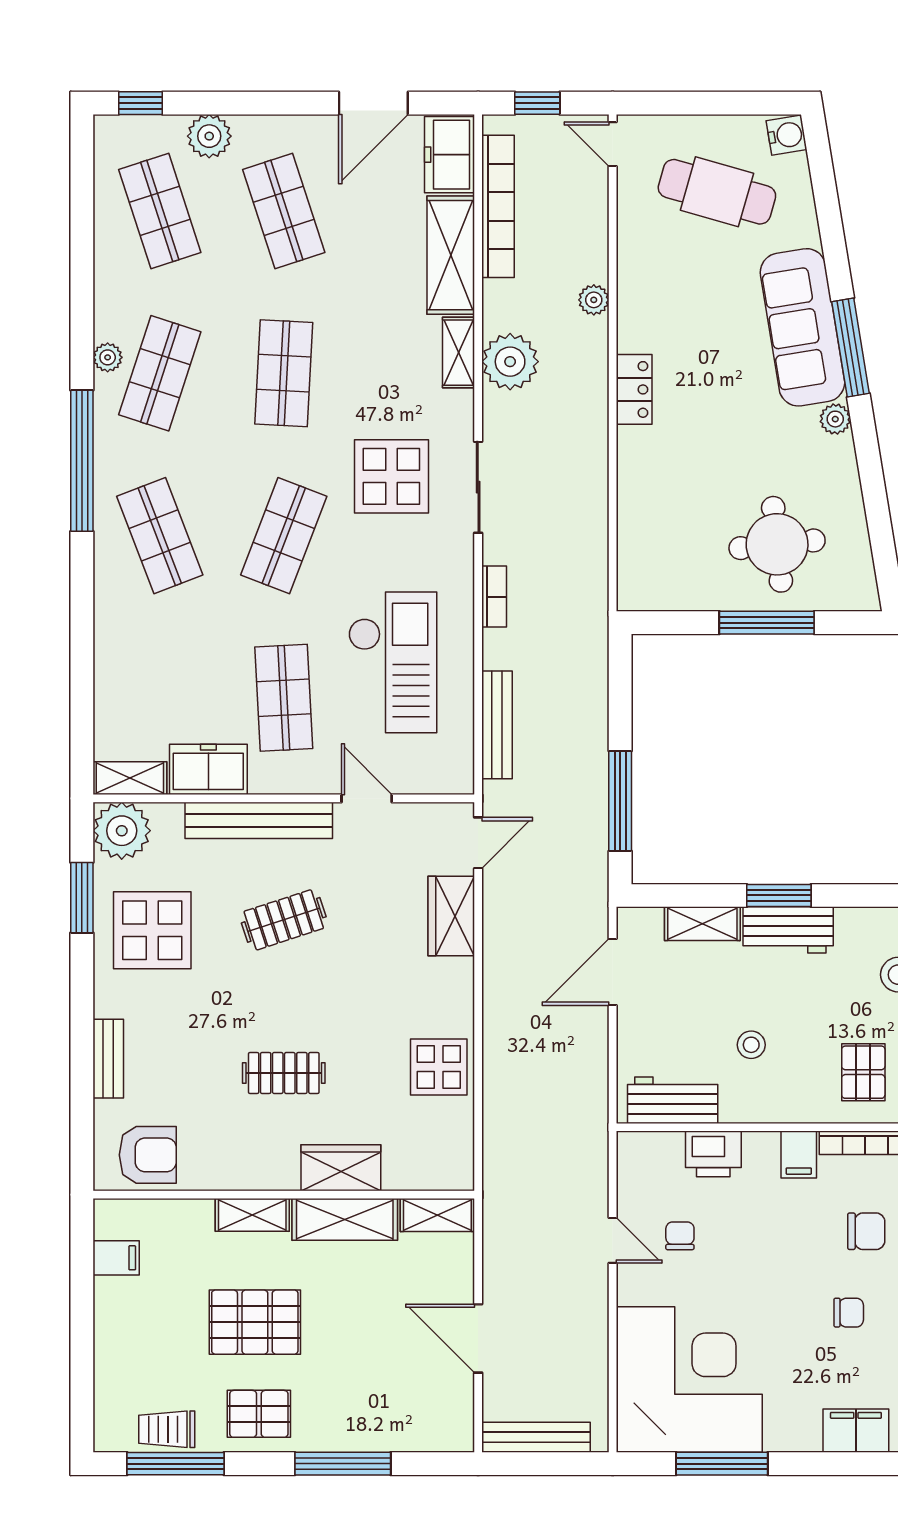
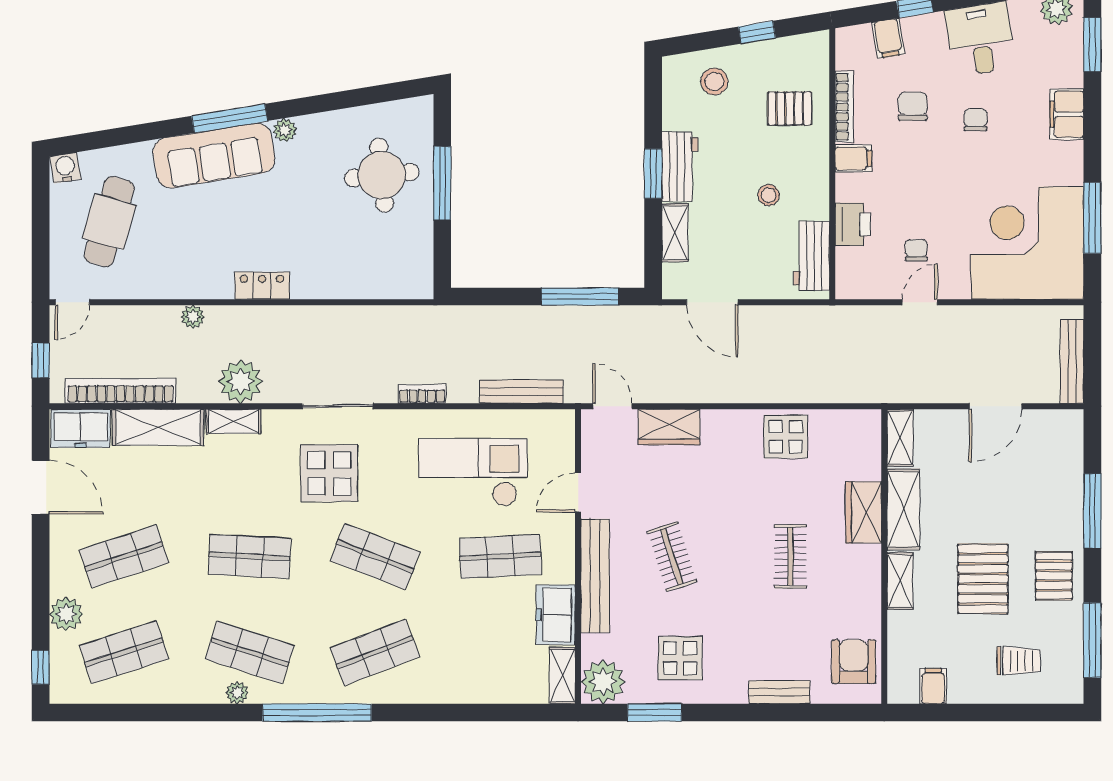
display table: (152, 930) -> (680, 658), width x0.73, depth x0.73
chair: (680, 1236) -> (916, 250), turned 90
trolley: (167, 1429) -> (1019, 661), moved, turned -90

